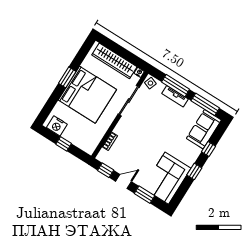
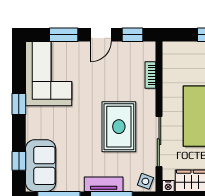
rug: (146, 123) -> (119, 127), added
window: (208, 149) -> (19, 161), moved

